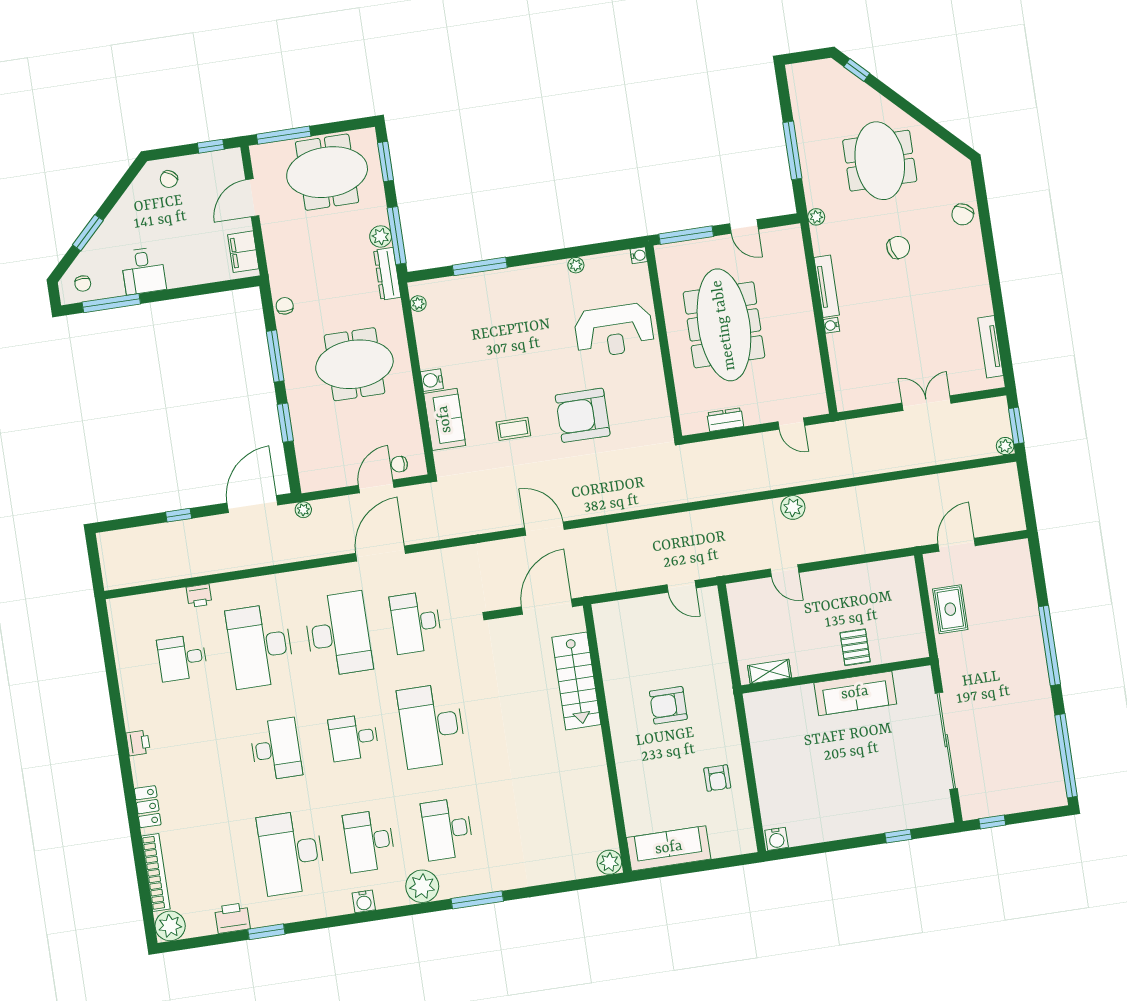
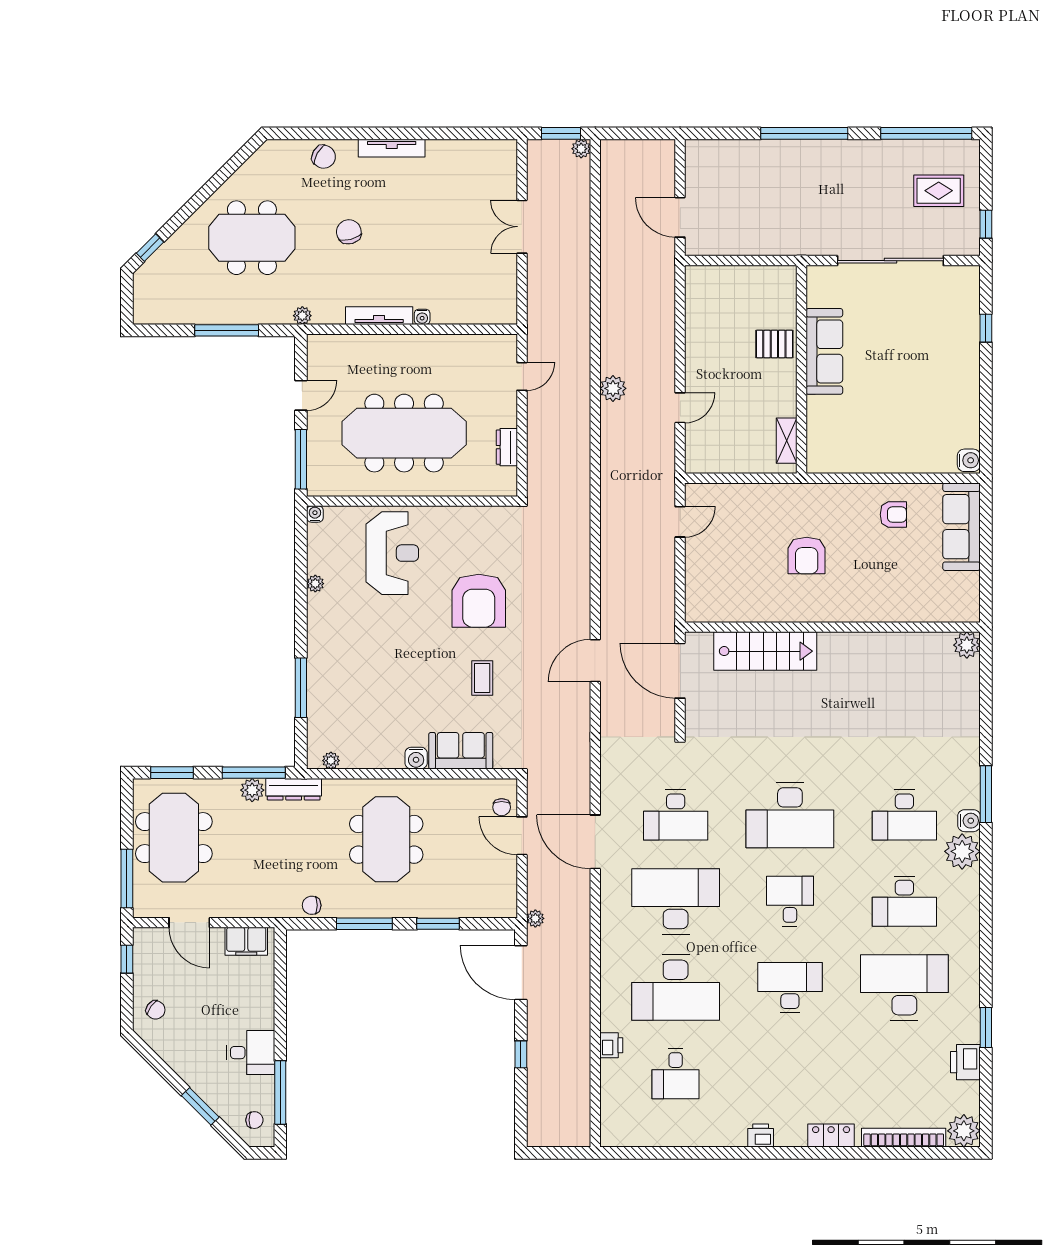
tv unit: (991, 347) -> (392, 148), moved
rug: (950, 609) -> (939, 191), moved
desk: (354, 737) -> (790, 901), turned 180
sofa: (669, 848) -> (961, 527), moved
desk: (291, 853) -> (904, 987), turned 180
water cooler: (364, 901) -> (969, 821), moved

